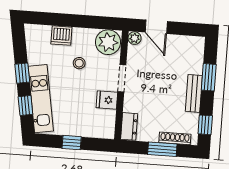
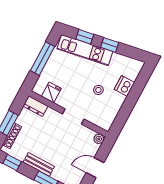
door: (156, 27) -> (95, 168), moved
plant: (108, 42) -> (104, 118), removed
fridge: (107, 100) -> (51, 92), moved
window: (72, 143) -> (42, 59), width x2.17

